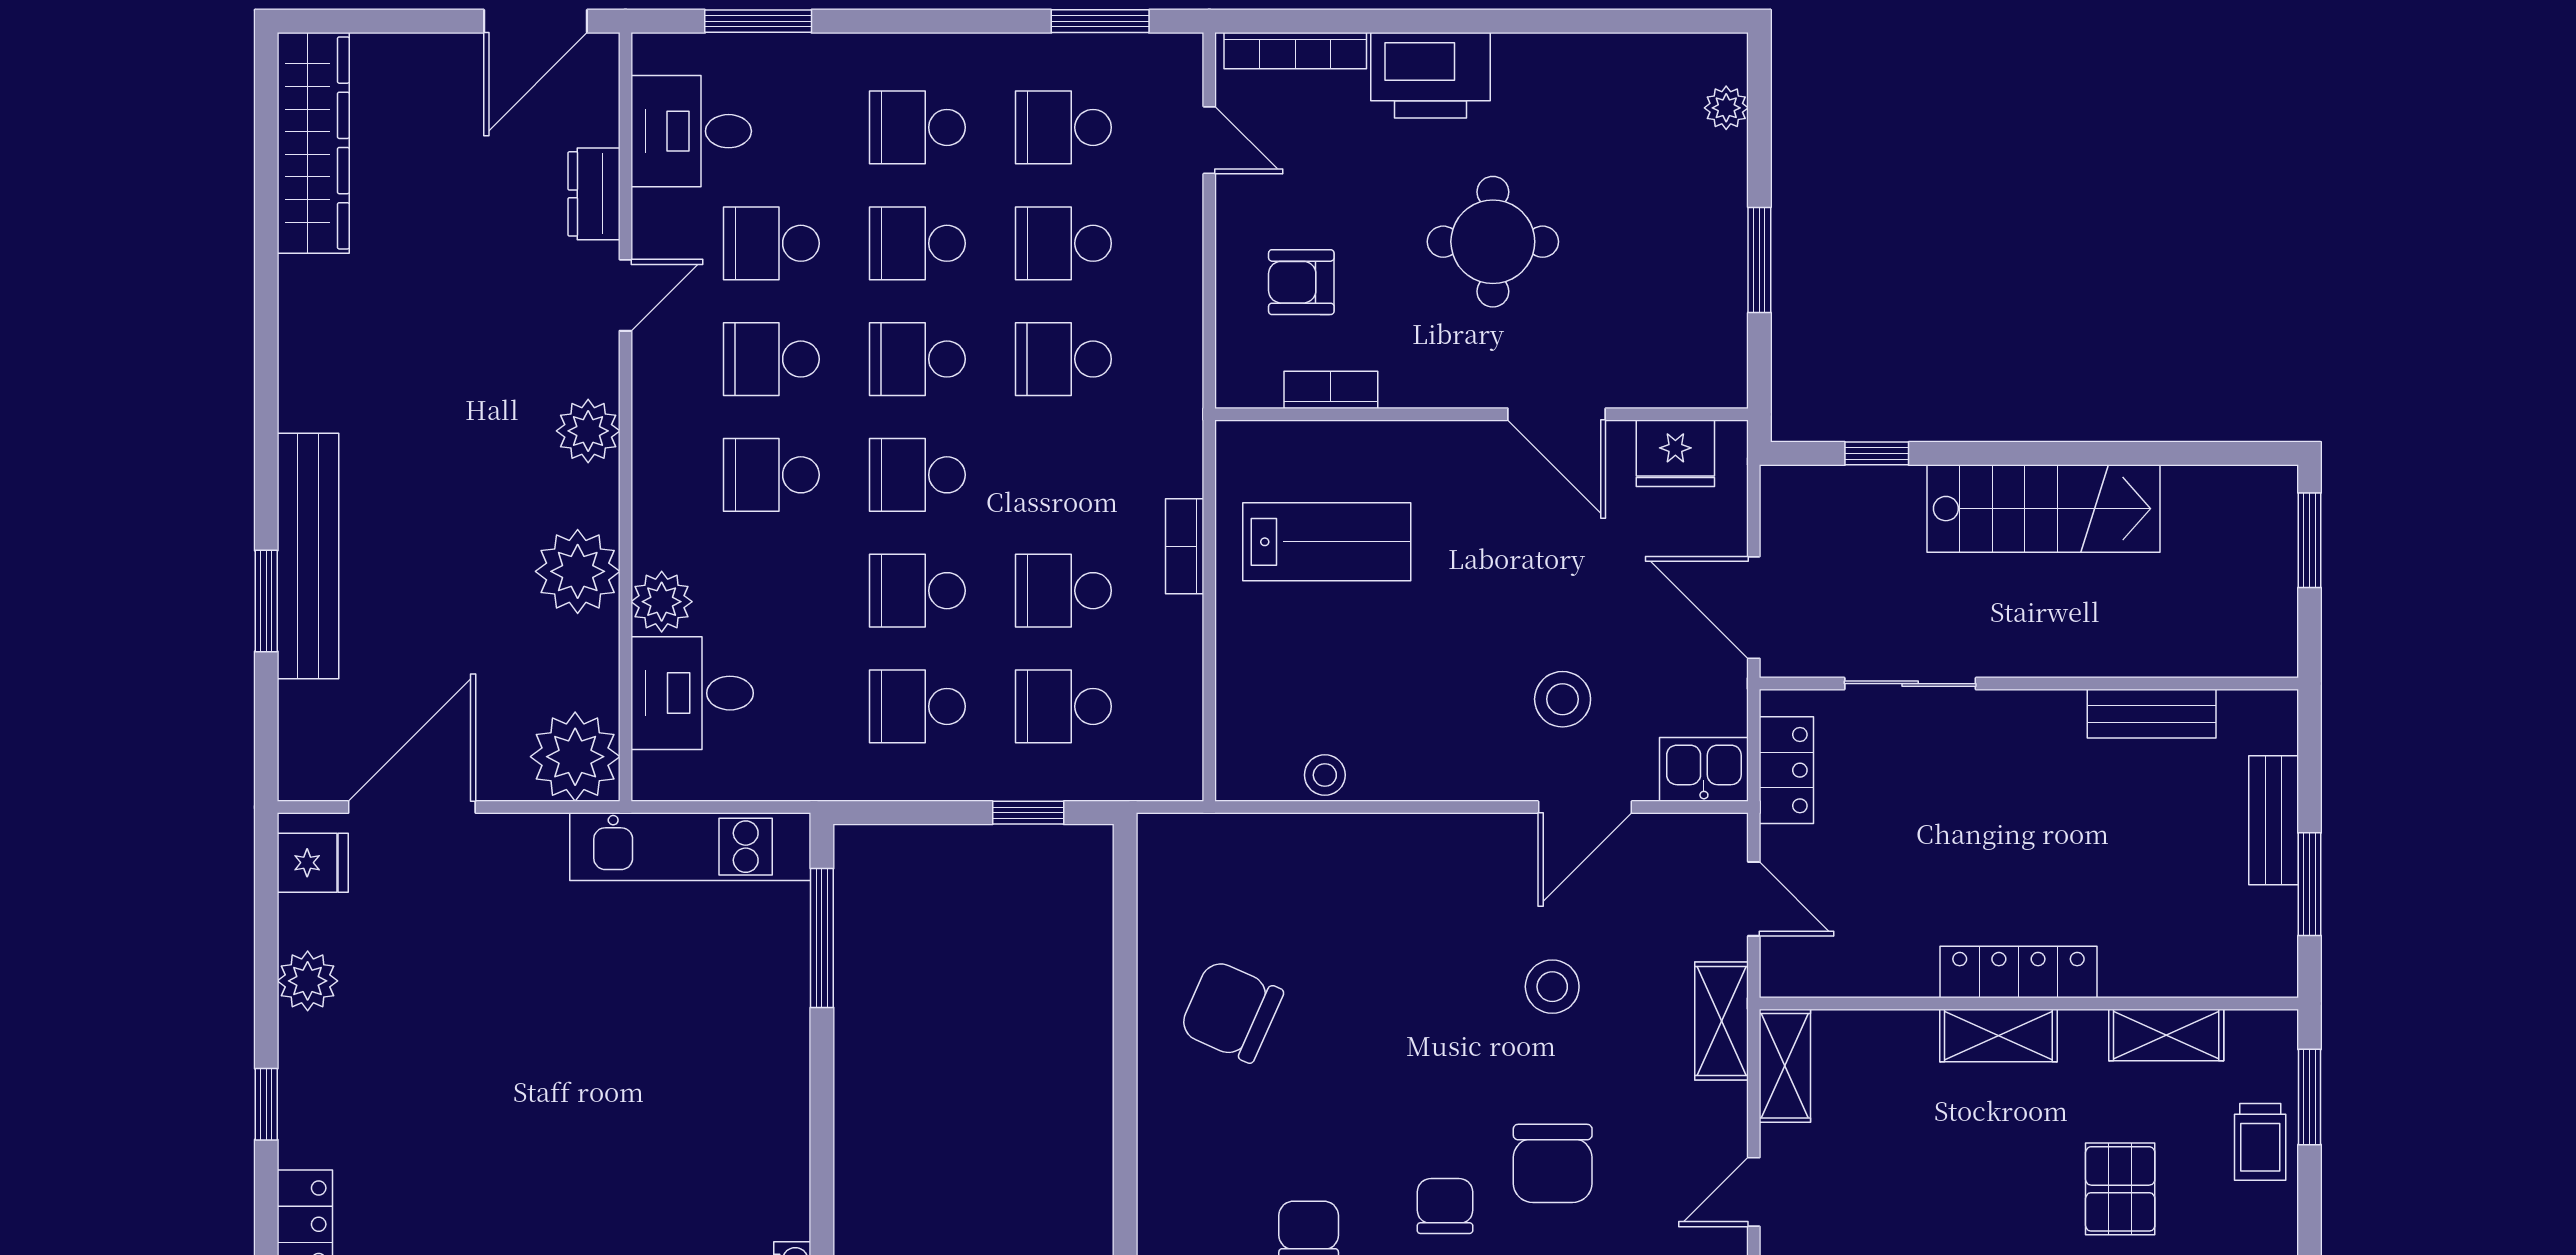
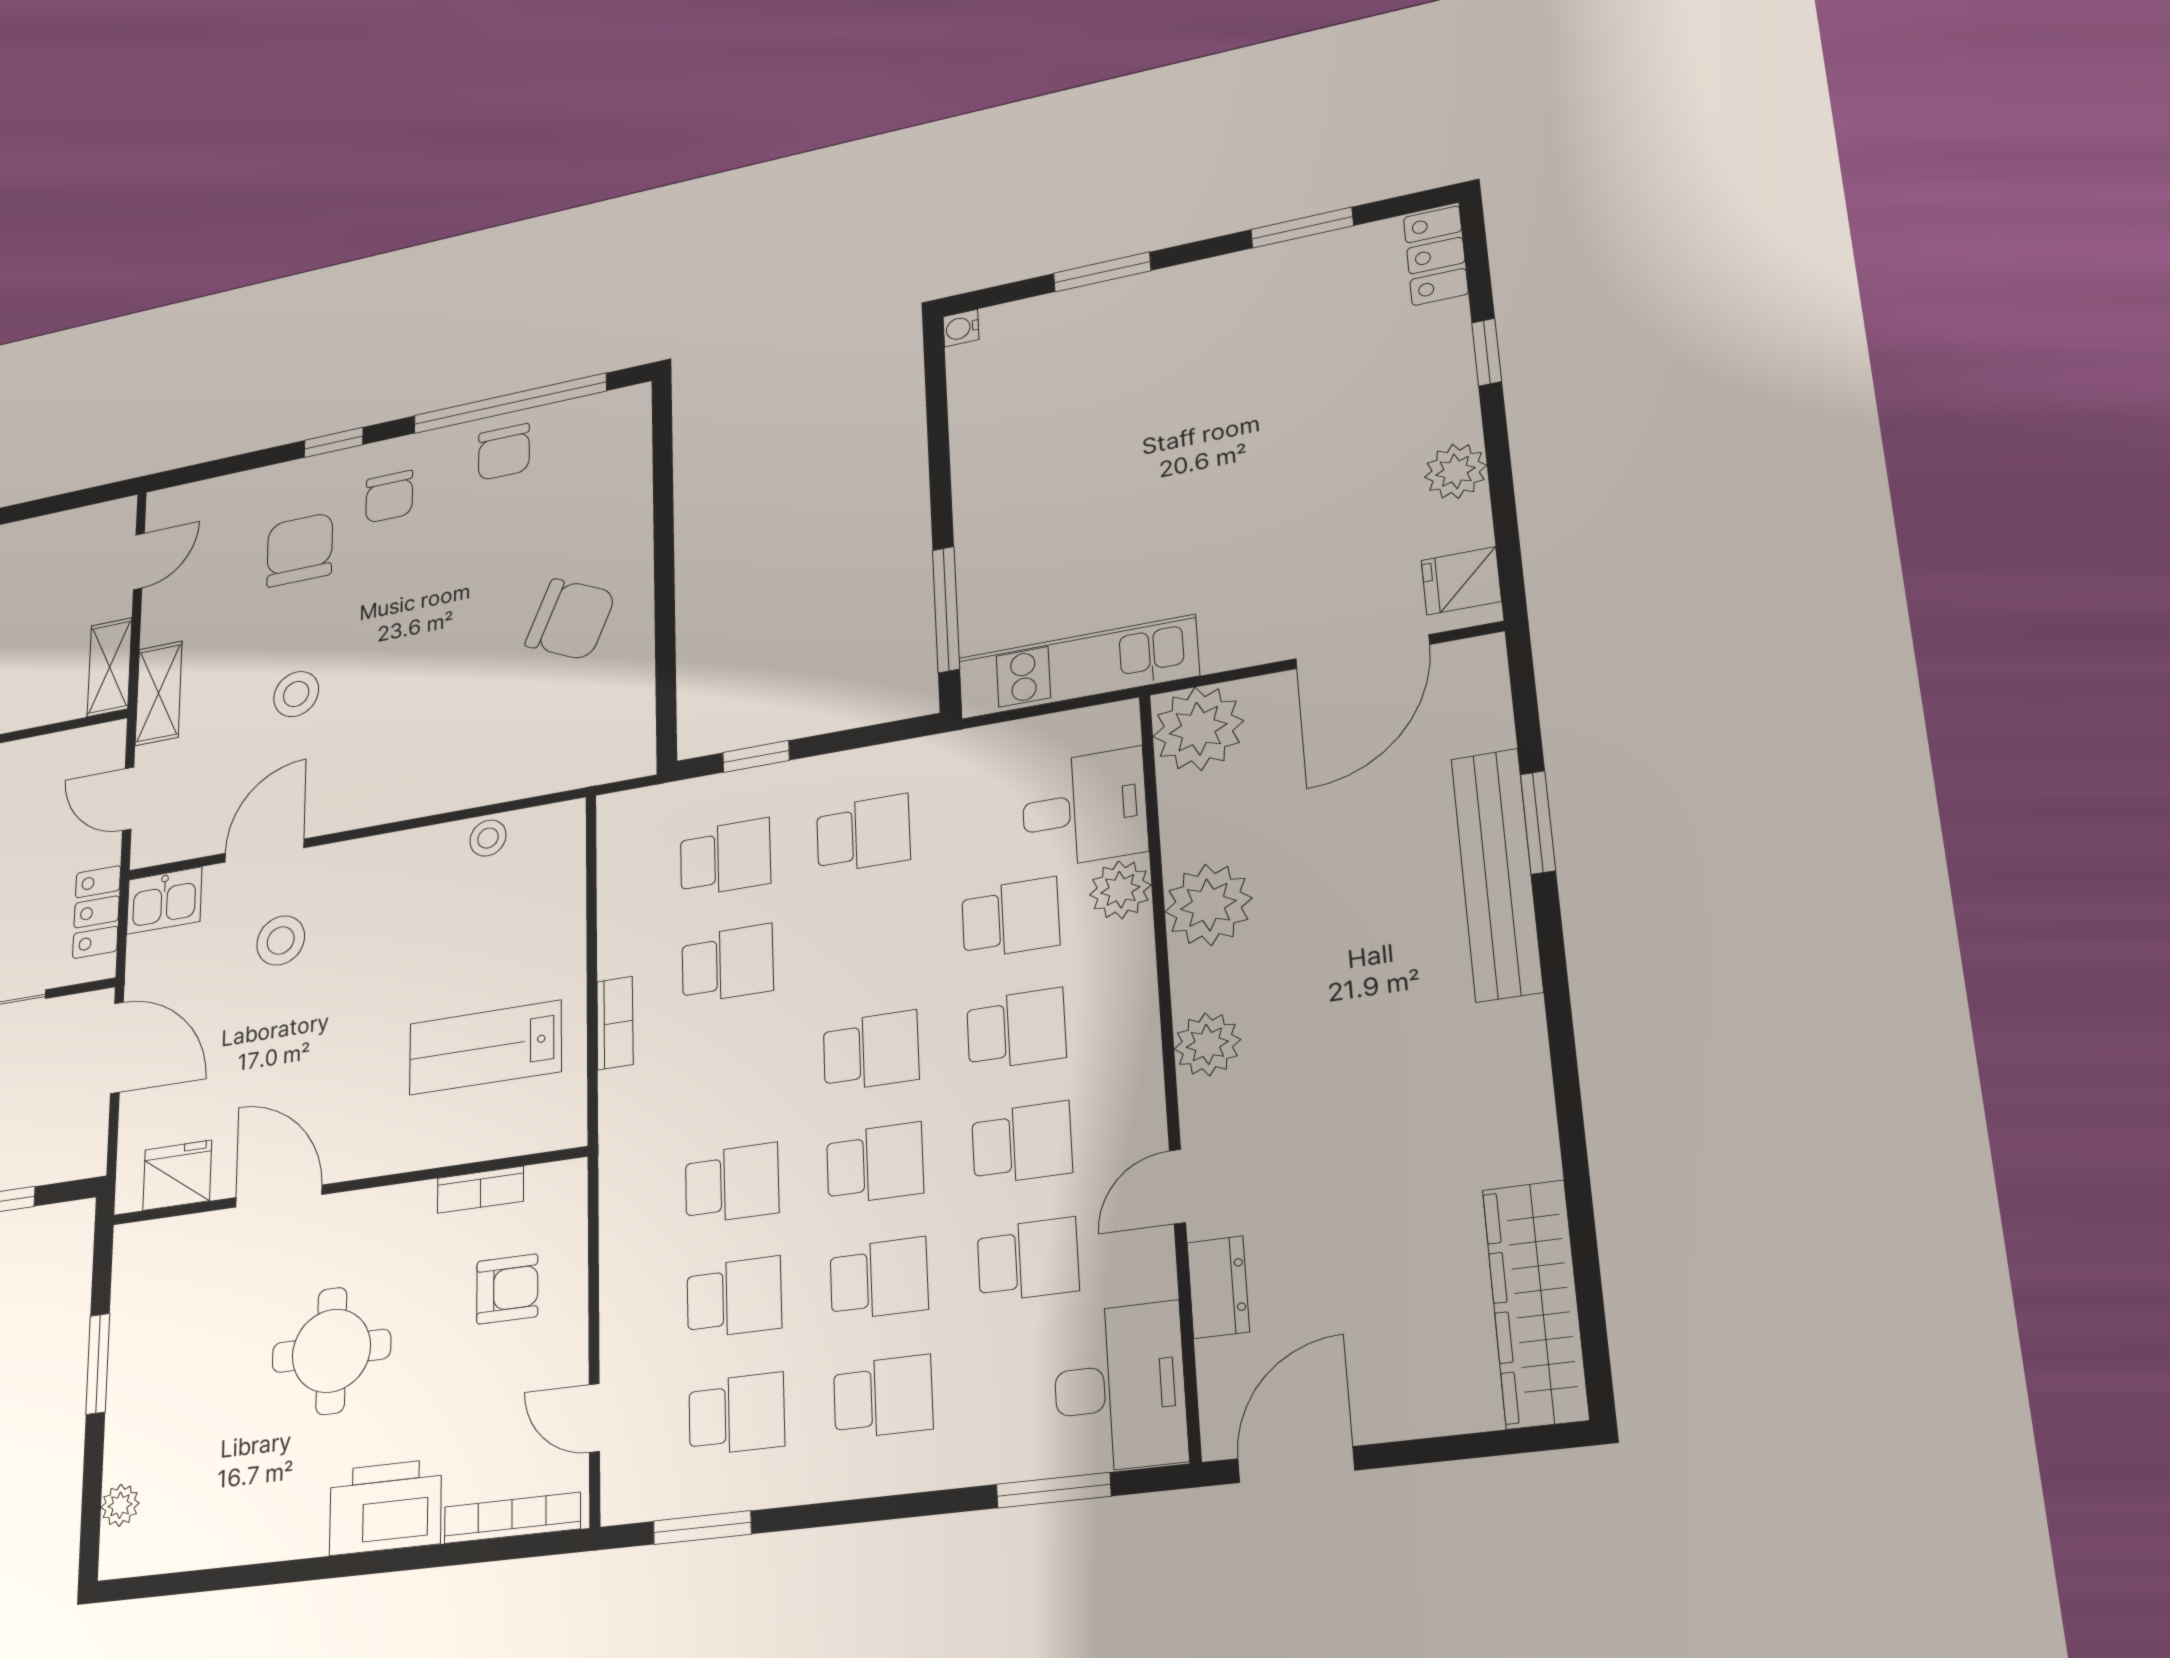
desk: (691, 131) -> (1120, 1387), width x1.37
school desk: (917, 591) -> (1011, 918), moved

